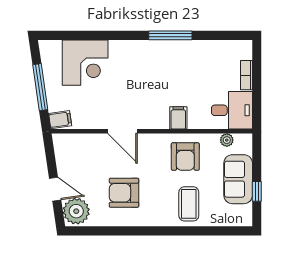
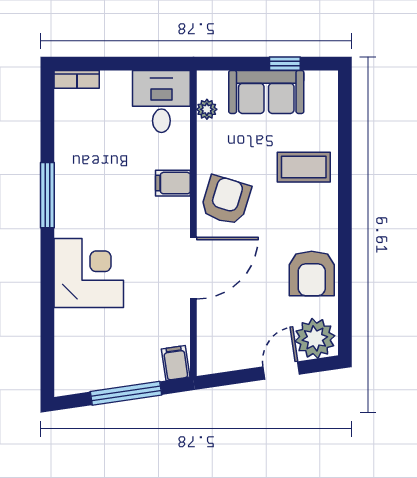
corner desk: (85, 63) -> (89, 273), moved
bookcase: (246, 75) -> (77, 79), moved
door: (122, 131) -> (193, 268), width x1.36
armchair: (185, 157) -> (226, 200), moved, turned -73
armchair: (124, 193) -> (312, 273), moved

